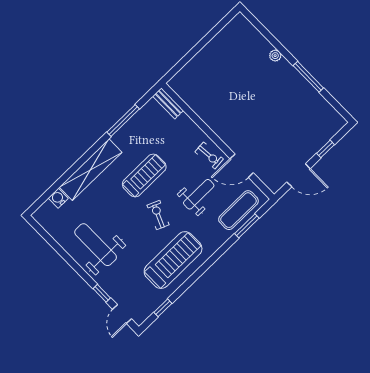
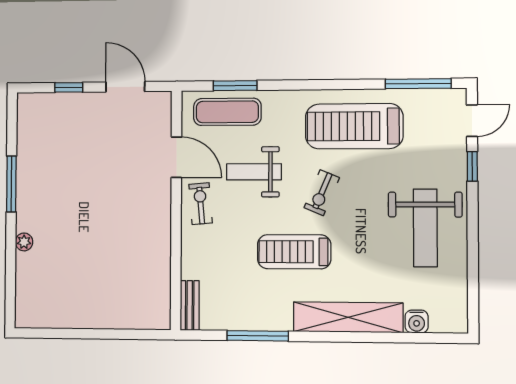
window: (163, 308) -> (418, 84), width x2.17

